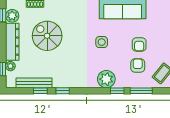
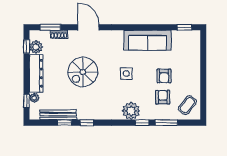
spiral stairs: (47, 36) -> (83, 72), moved, turned -90

